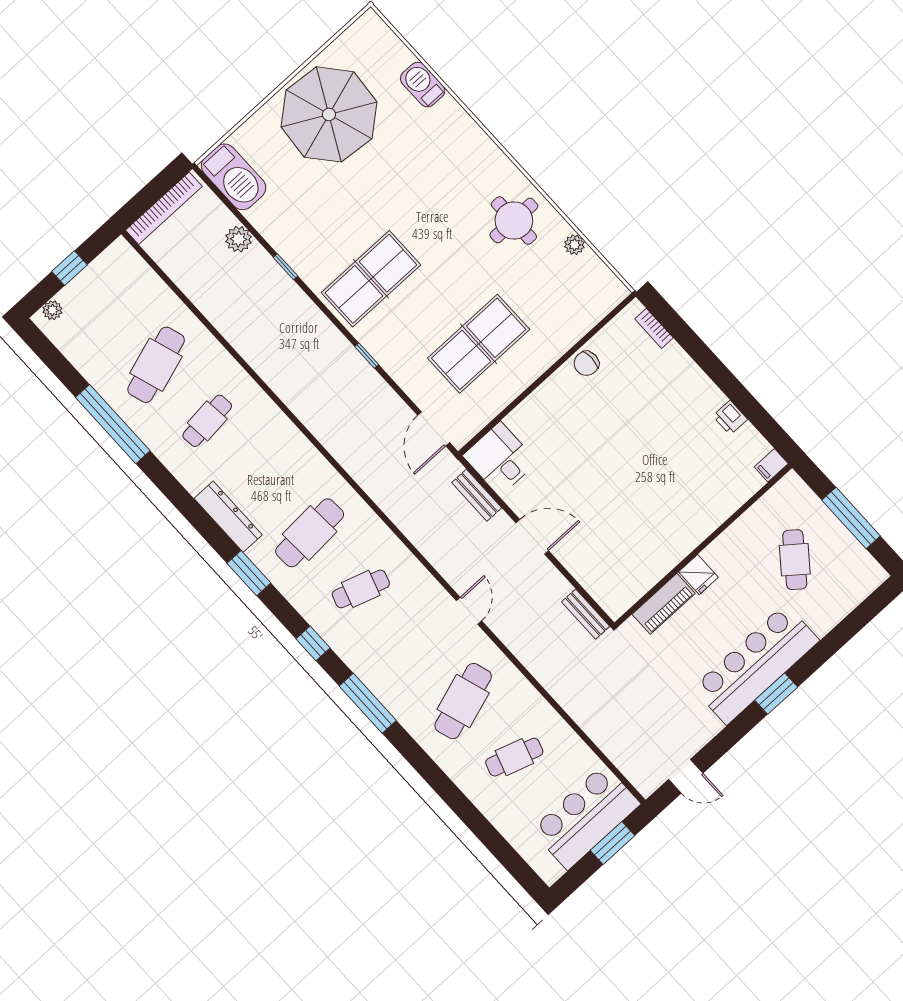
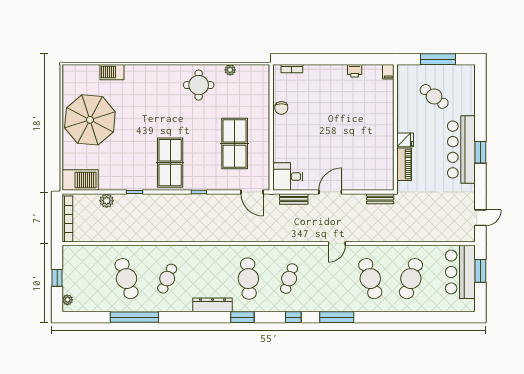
cafe table: (207, 421) -> (167, 279), turned 30
door: (469, 611) -> (337, 244), swing flipped
cafe table: (514, 757) -> (411, 279), width x1.37, depth x1.35

